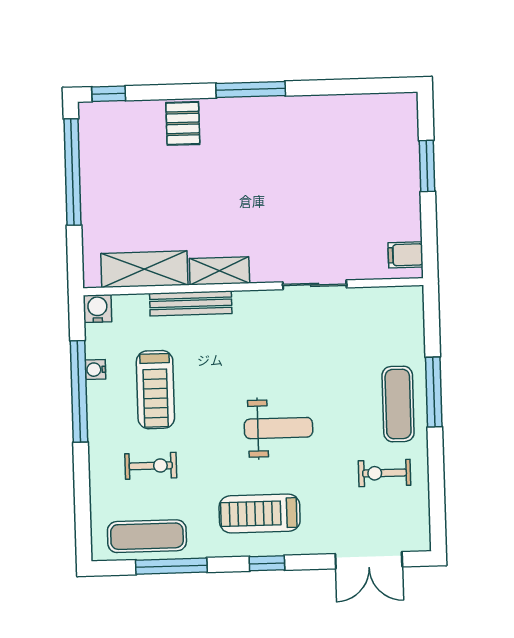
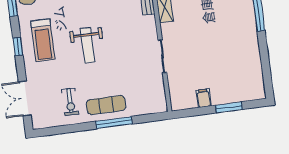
filing cabinet: (406, 255) -> (204, 98), moved
exercise bike: (385, 473) -> (70, 102), turned 180
treadmill: (260, 514) -> (43, 40), turned 180

